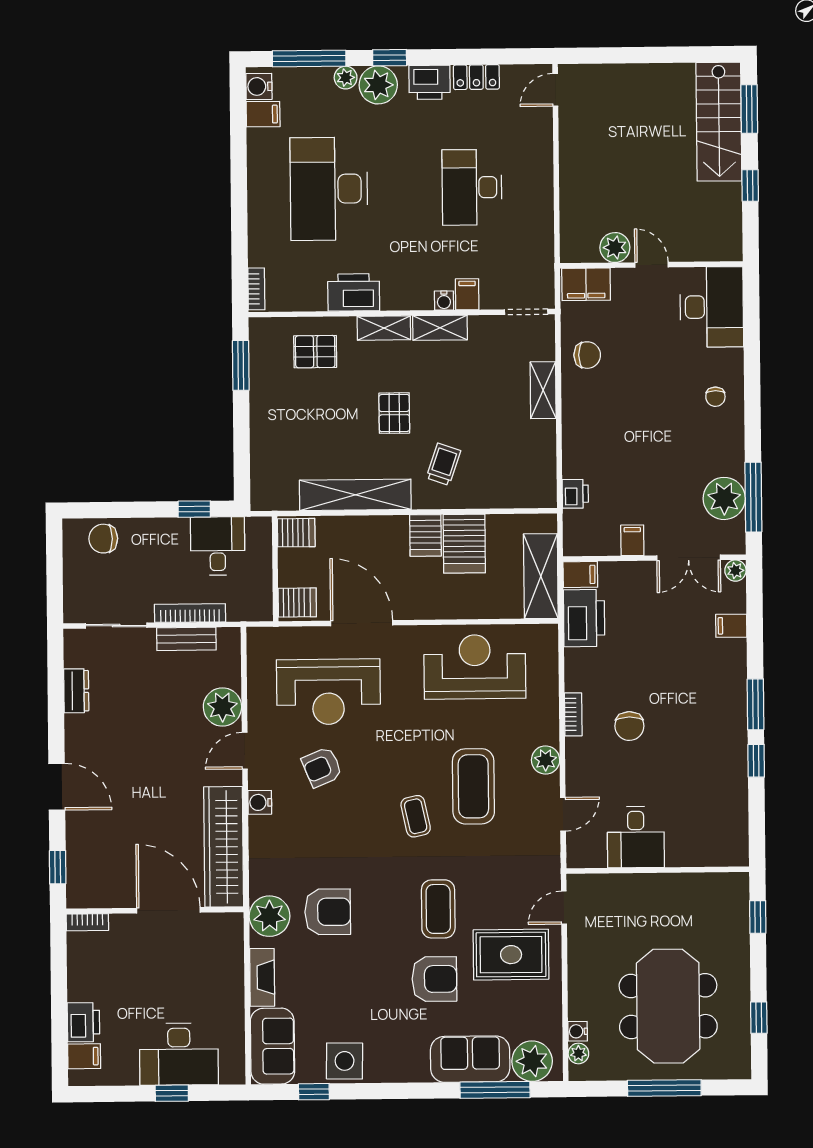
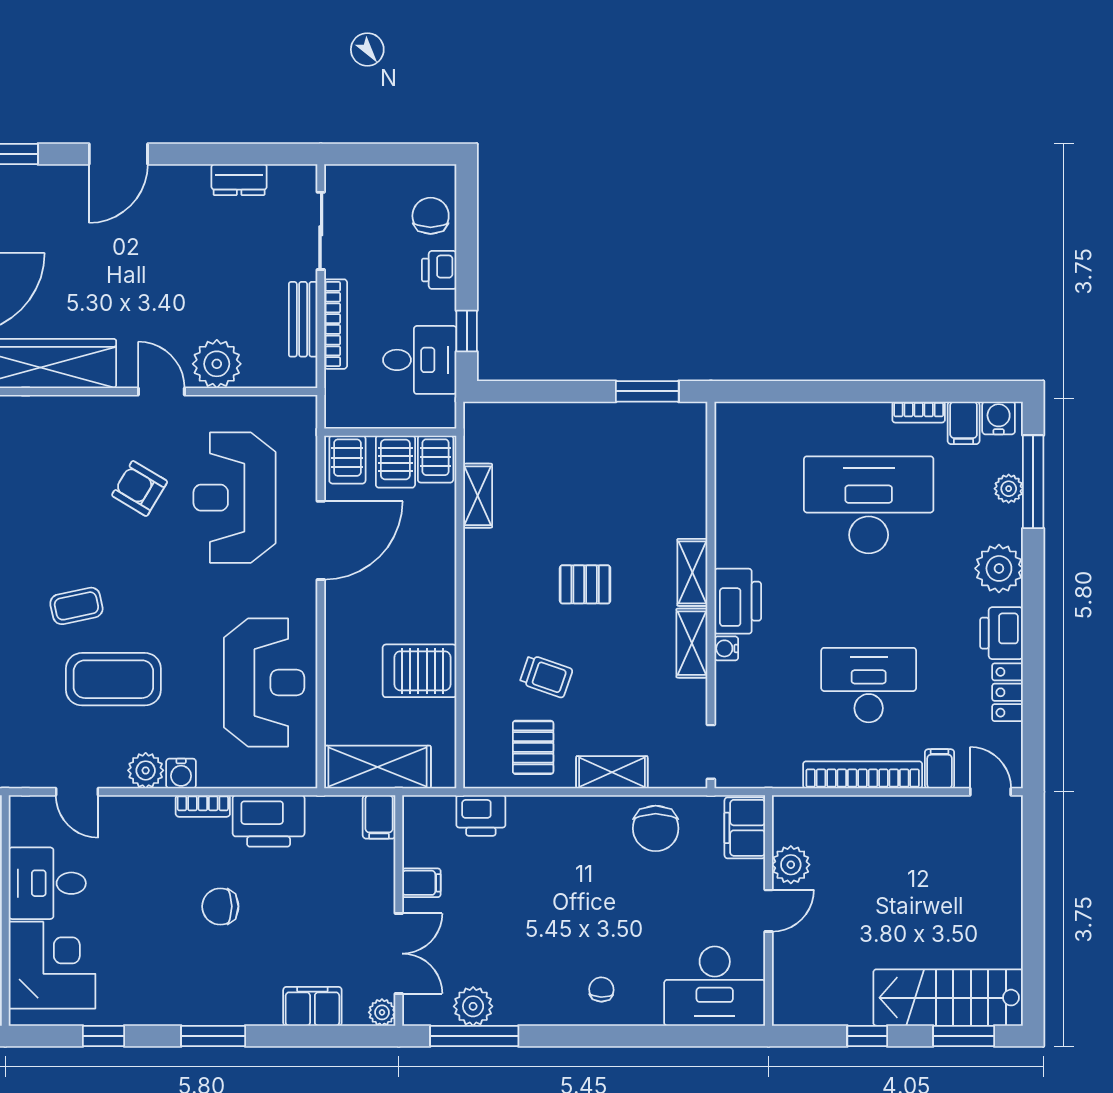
window: (390, 58) -> (1033, 583), removed
plant: (346, 78) -> (1009, 489), moved
bookcase: (543, 191) -> (863, 775), added
bookcase: (256, 289) -> (919, 412), moved
printer: (354, 292) -> (738, 601), moved
filing cabinet: (467, 294) -> (940, 769), moved, turned -90
pallet: (315, 352) -> (533, 747), moved
chair: (587, 355) -> (656, 828), width x1.37, depth x1.37
chair: (715, 397) -> (601, 989), turned 92
trolley: (443, 464) -> (546, 676), moved
printer: (575, 494) -> (481, 815), width x1.36, depth x1.24
shelving: (355, 495) -> (478, 496), width x0.45, depth x0.75
plant: (724, 498) -> (473, 1006), width x0.73, depth x0.73
printer: (146, 531) -> (439, 270), added
server rack: (426, 535) -> (395, 462), moved, turned -90
double door: (689, 558) -> (399, 954), swing flipped
printer: (584, 618) -> (269, 821), moved
filing cabinet: (731, 626) -> (312, 1006), width x2.00
chair: (629, 726) -> (220, 906), moved
window: (756, 761) -> (103, 1036), moved
armchair: (322, 767) -> (140, 488), turned -36
water cooler: (260, 802) -> (181, 773), moved, turned 180
corner desk: (701, 833) -> (52, 965), added

